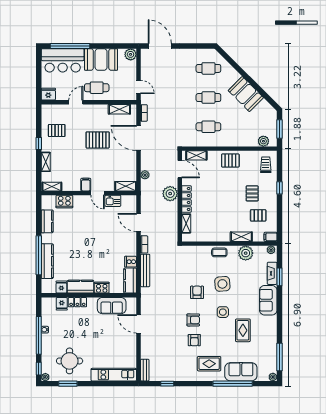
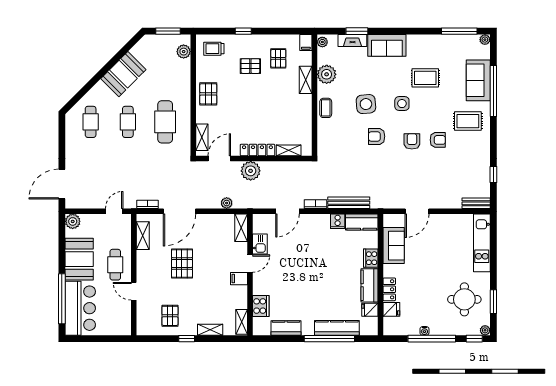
fridge: (48, 94) -> (124, 326), removed
cafe table: (208, 127) -> (165, 122), width x1.37, depth x1.35
rug: (209, 364) -> (468, 121), turned 90

